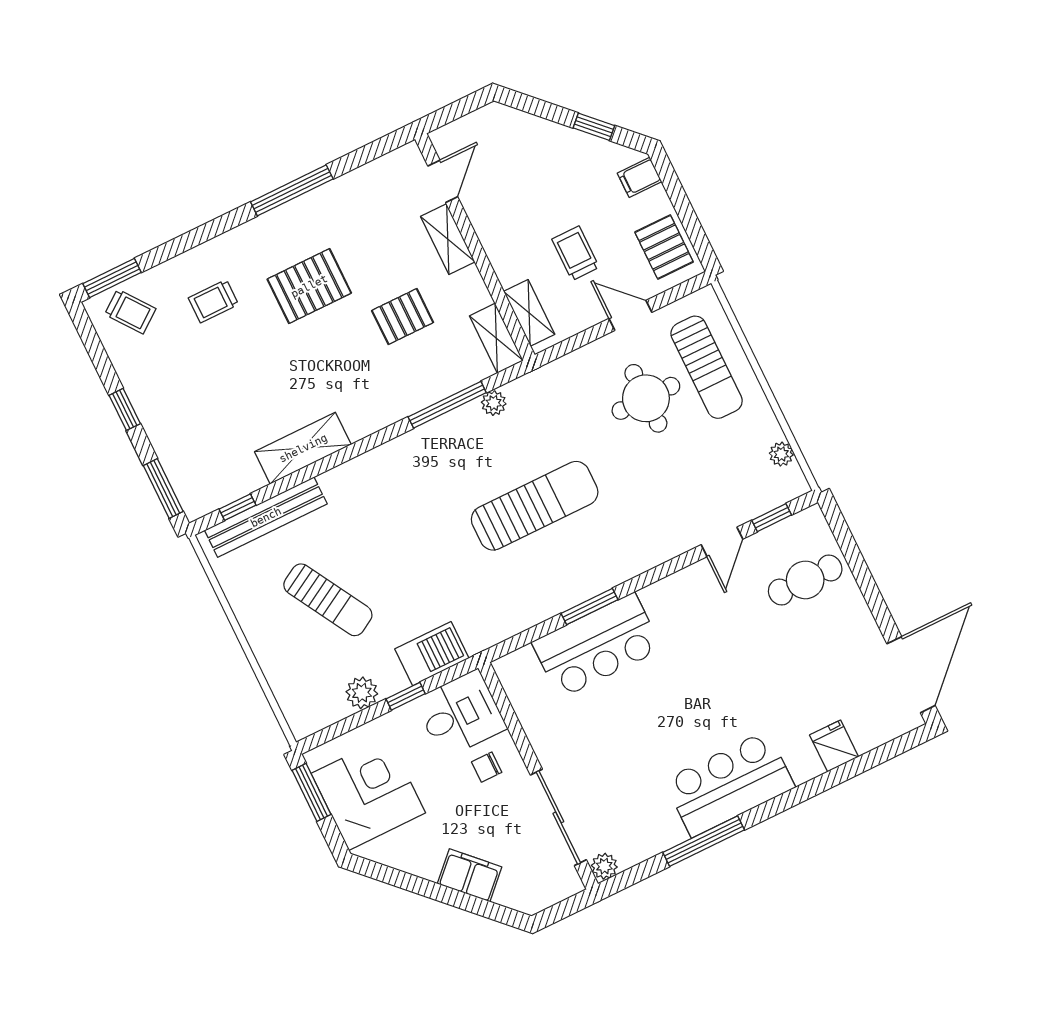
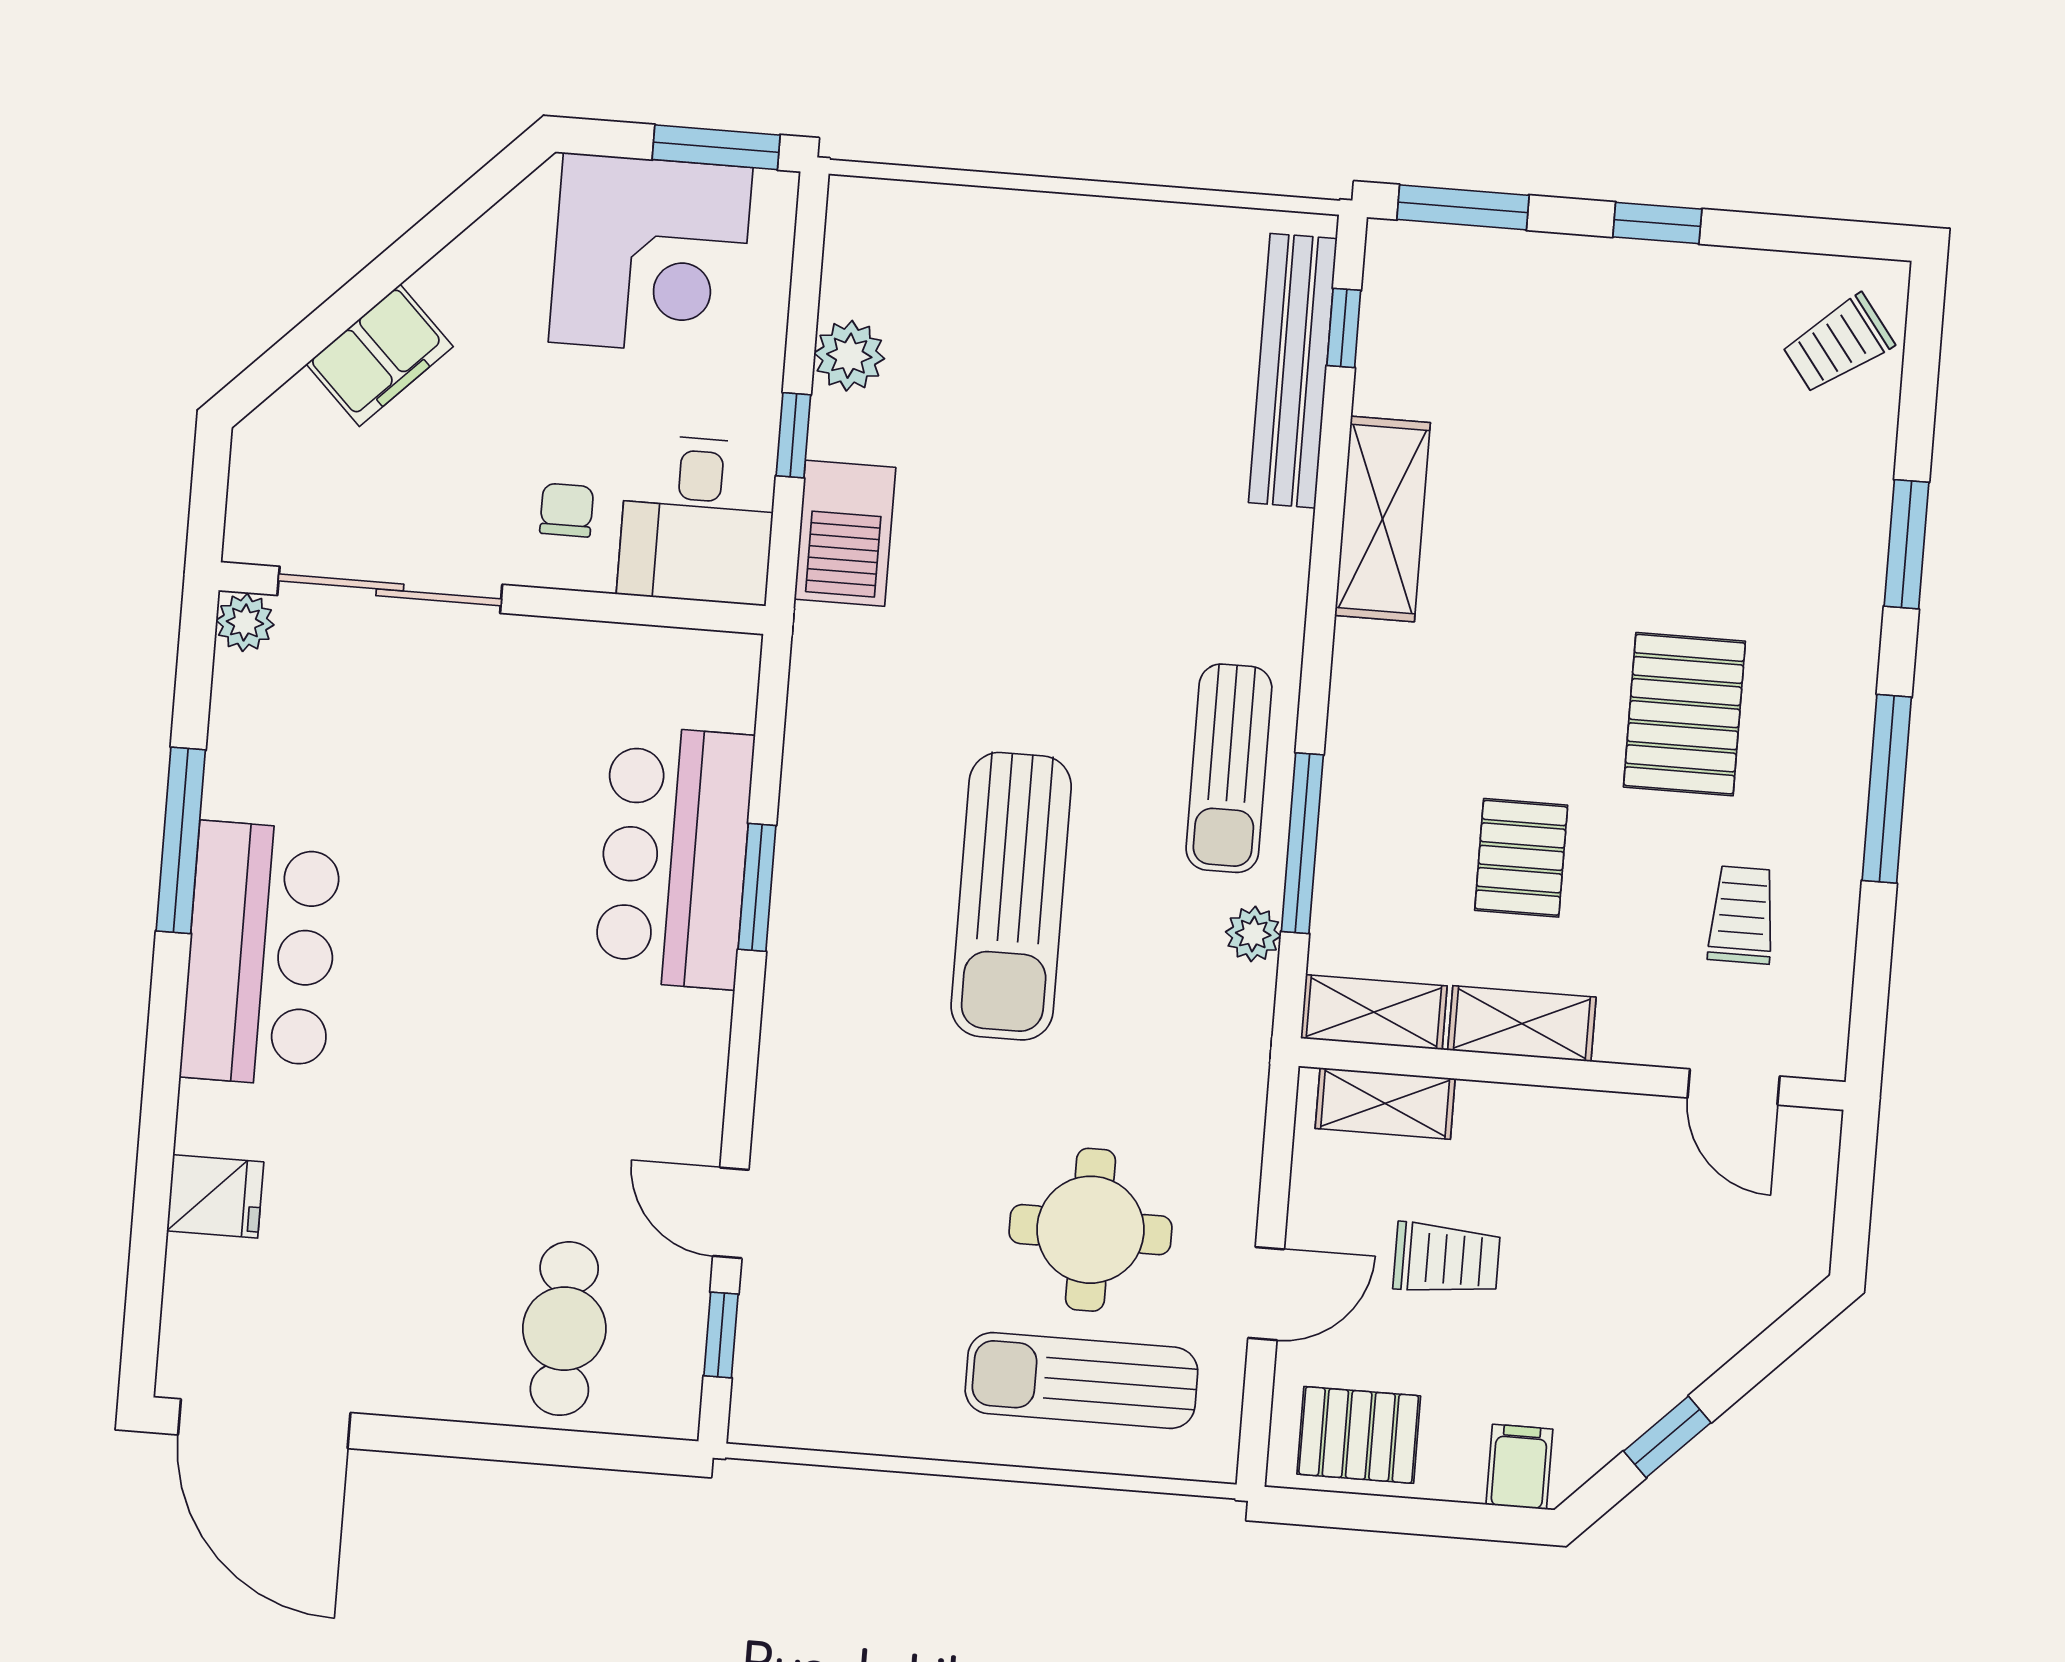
shelving: (448, 239) -> (1522, 1024), moved
window: (112, 278) -> (1906, 544), moved
trolley: (213, 301) -> (1742, 915), moved
plant: (781, 454) -> (831, 1425), removed
sun lounger: (328, 600) -> (1229, 768), moved, turned -60

